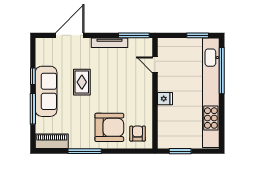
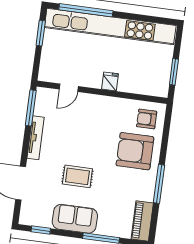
window: (33, 76) -> (41, 230), moved
sofa: (46, 91) -> (75, 219), width x0.73
armchair: (109, 127) -> (135, 151), turned -90

